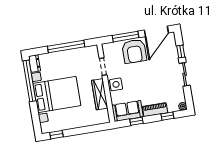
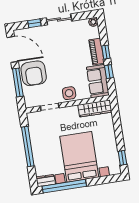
armchair: (134, 51) -> (34, 73), turned 90
wardrobe: (100, 94) -> (95, 108), moved
window: (167, 116) -> (106, 52), moved

